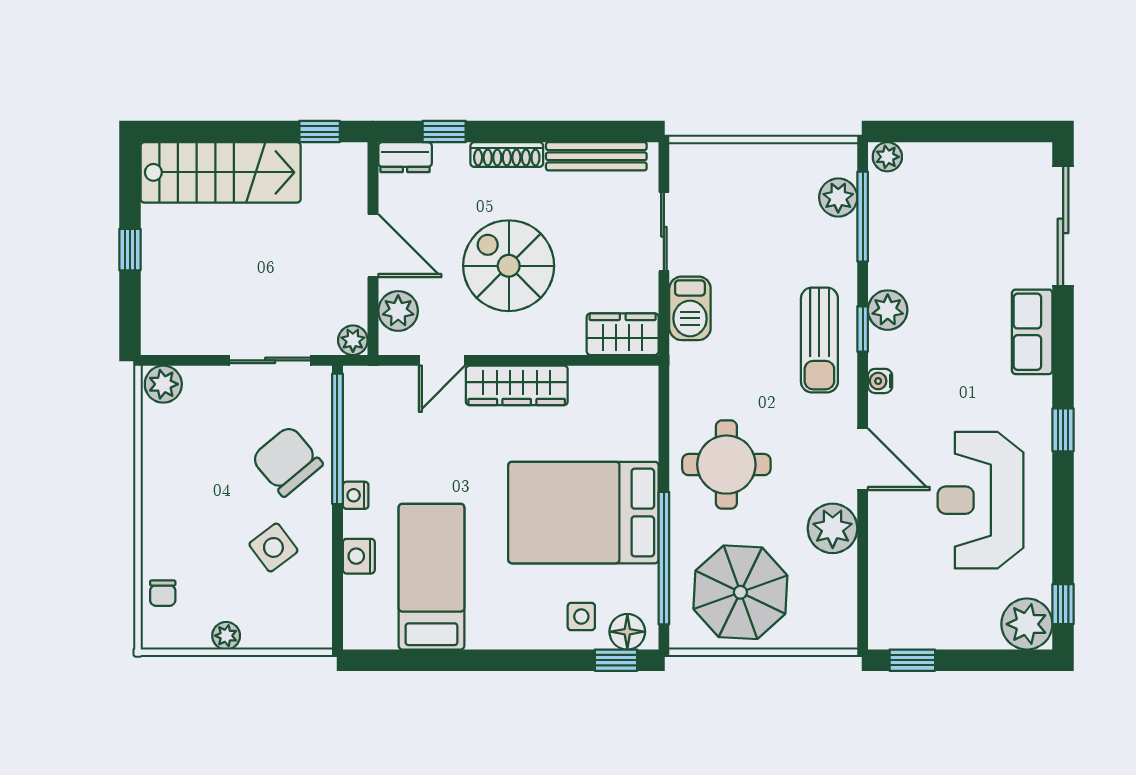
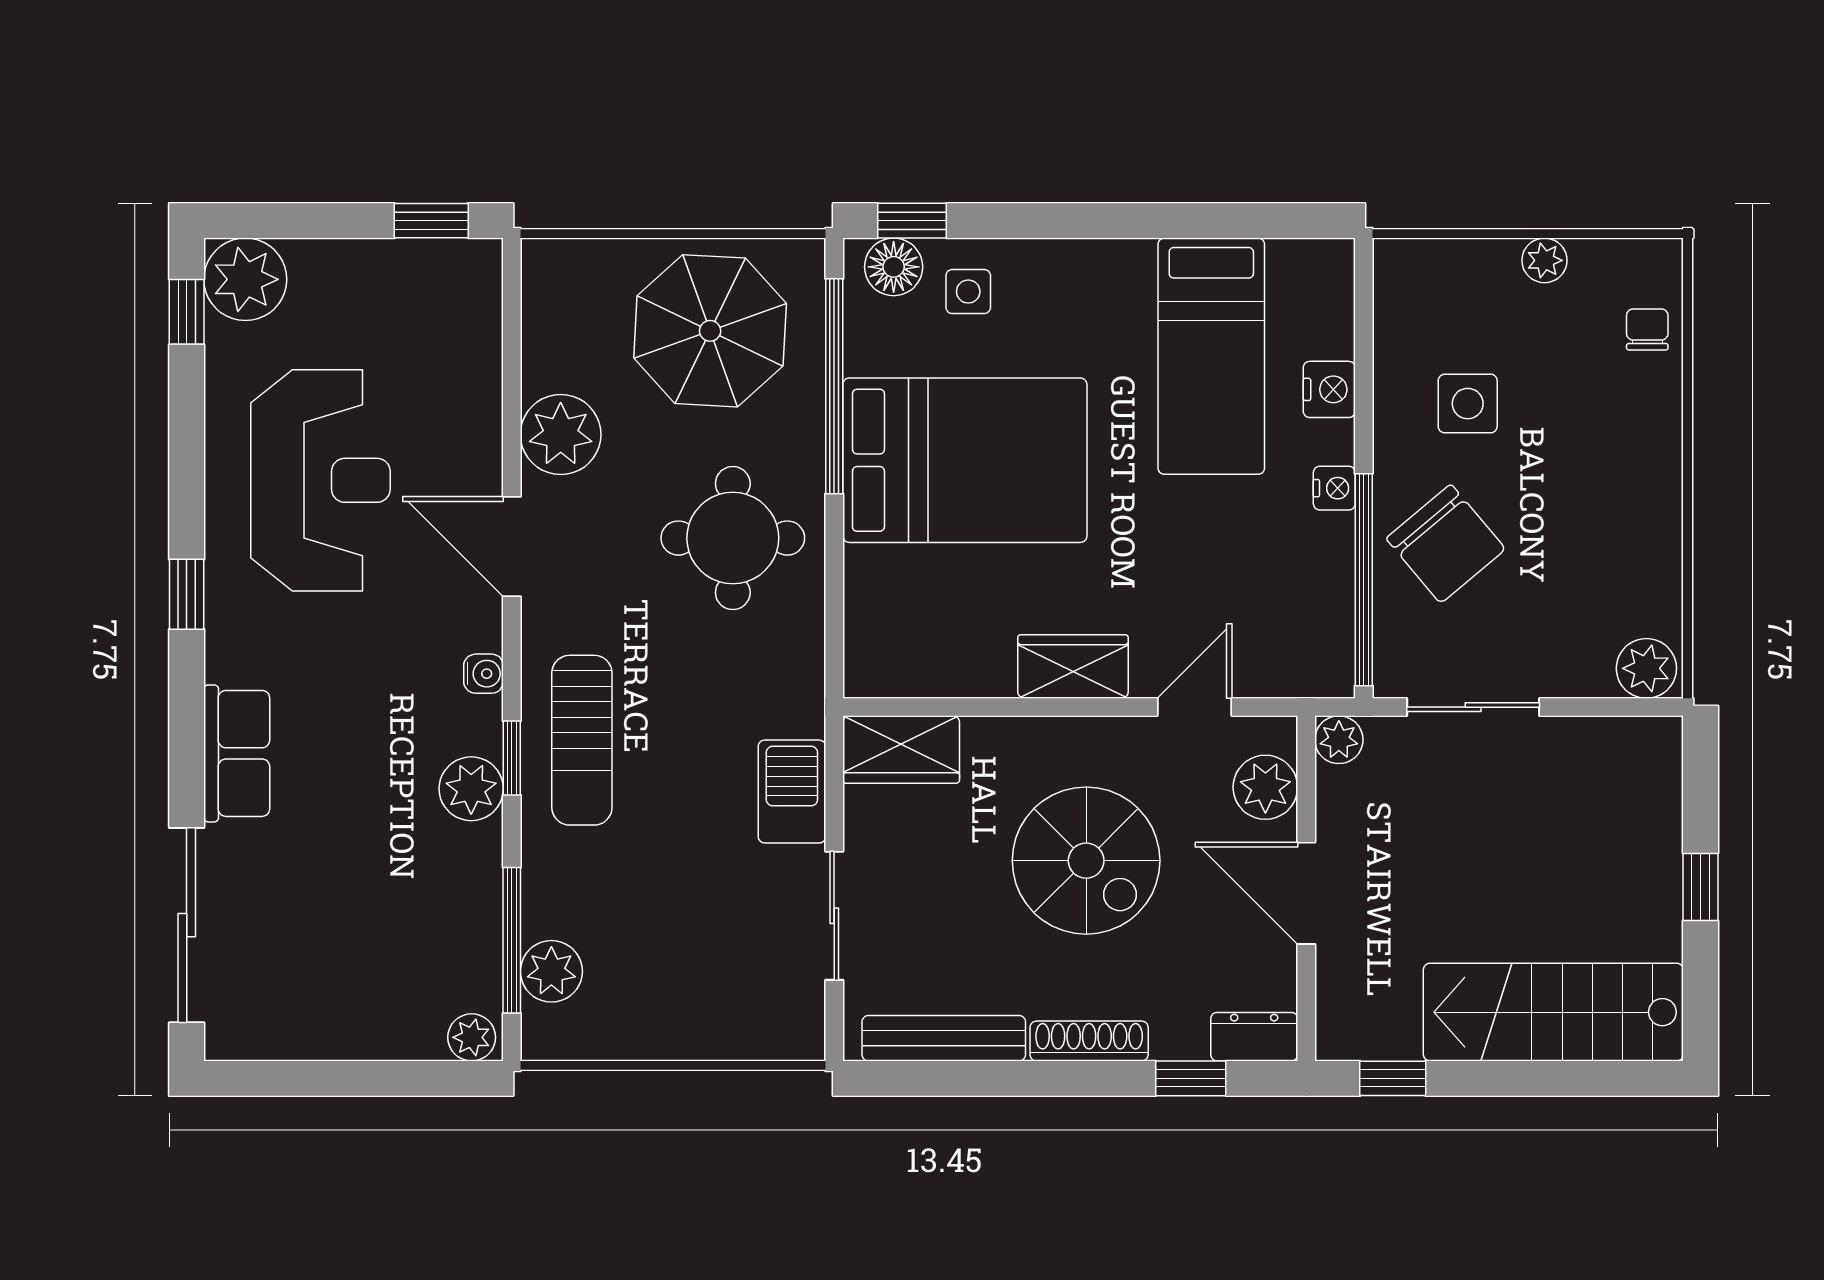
sun lounger: (819, 340) -> (582, 740), turned 180
wardrobe: (517, 385) -> (1073, 666), width x0.67
side table: (273, 547) -> (1468, 404), turned 37

